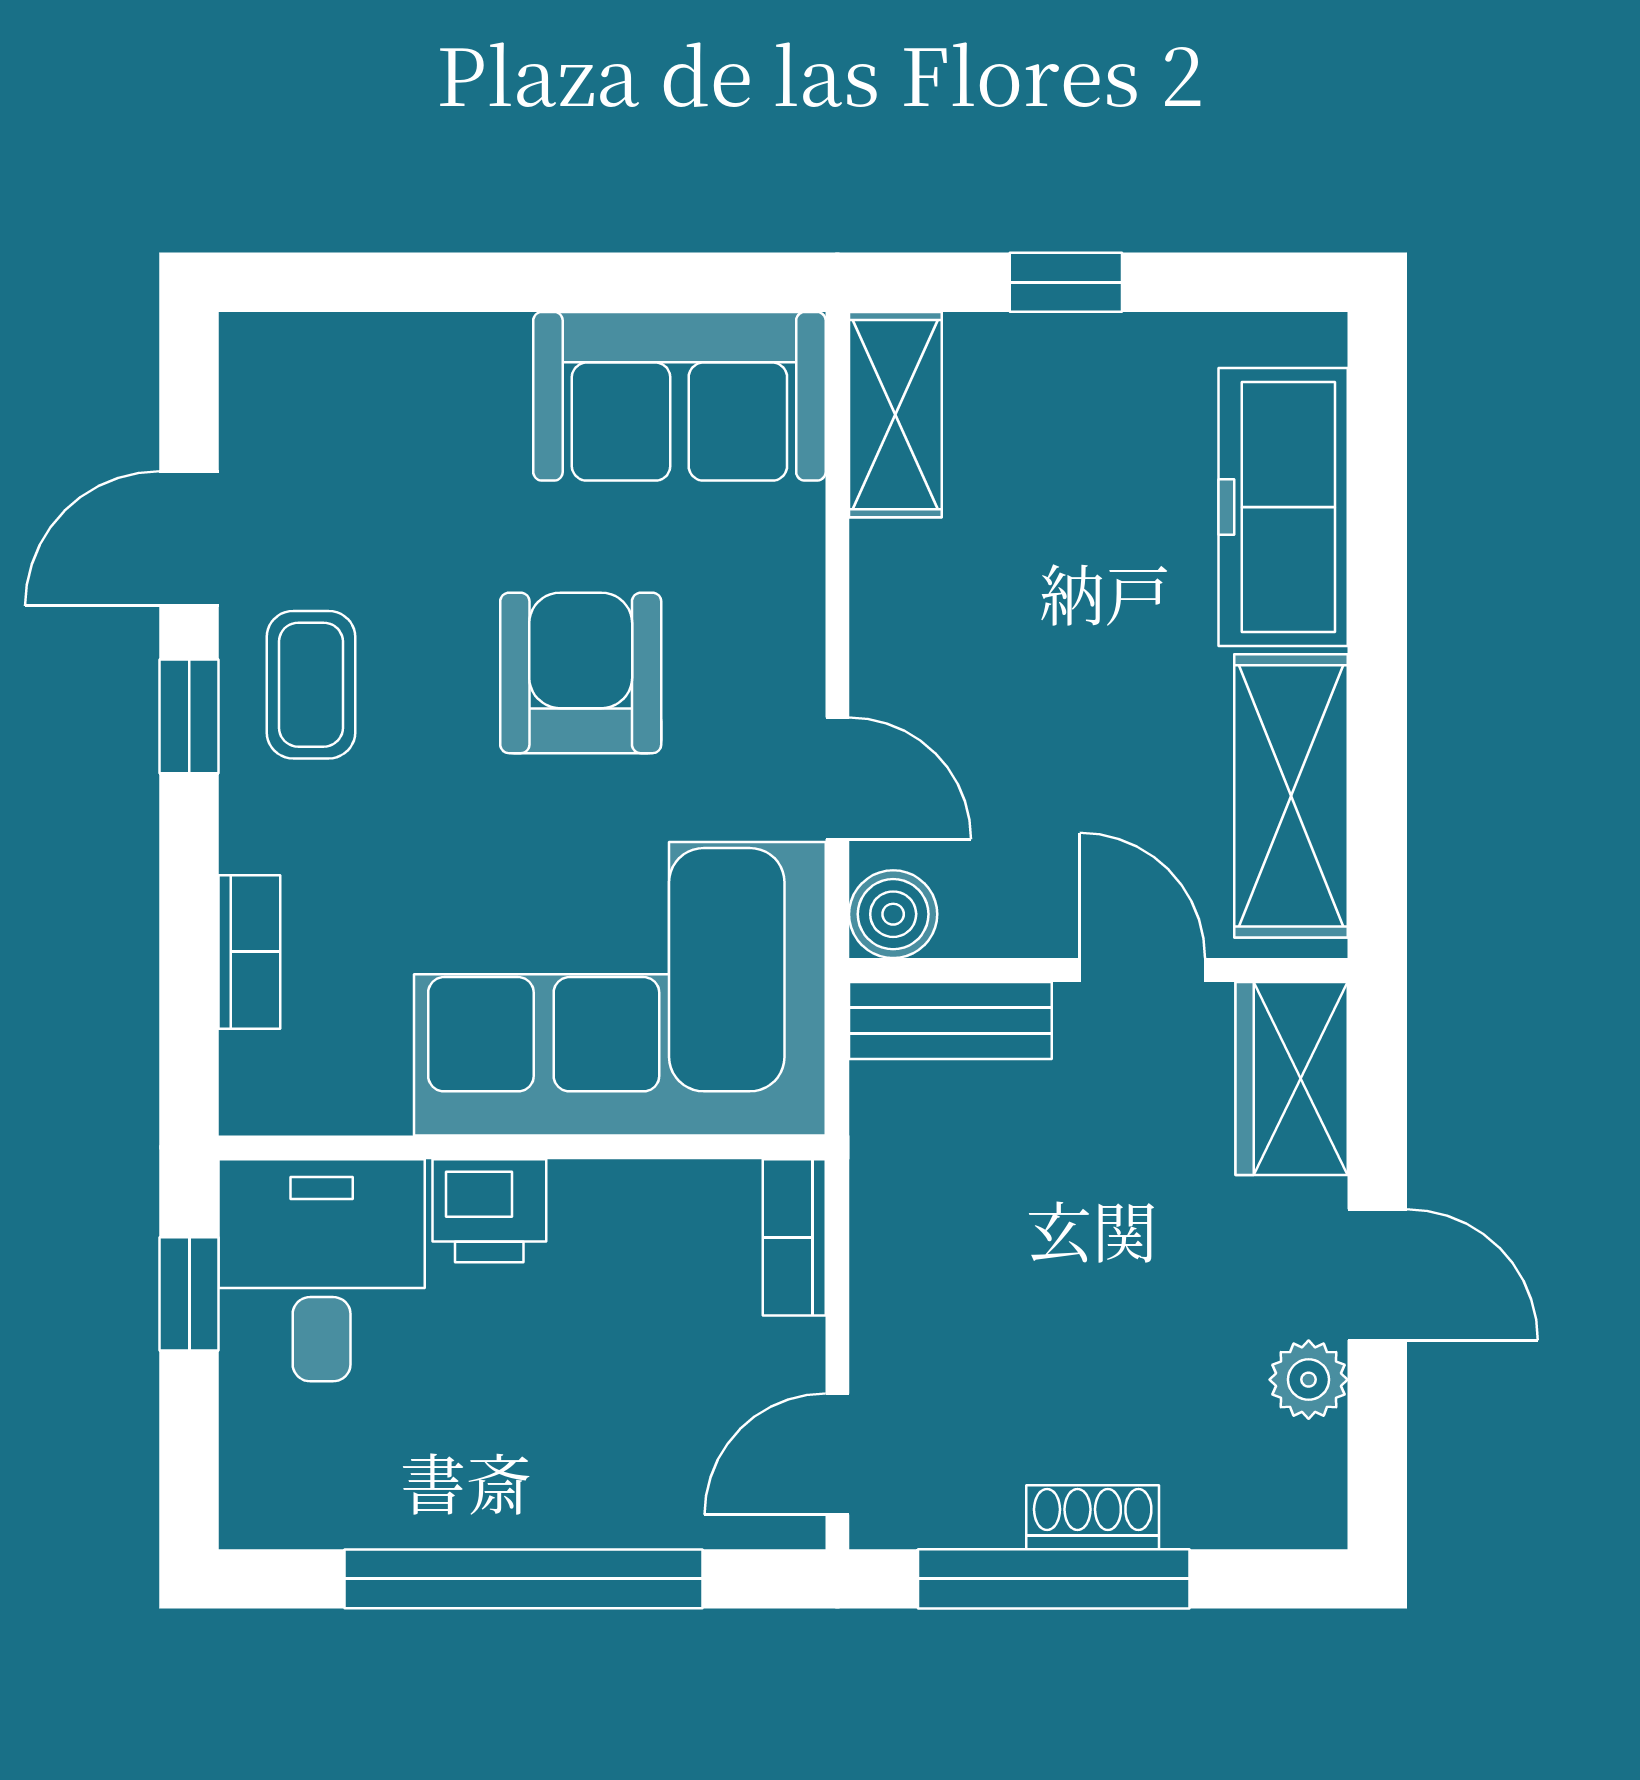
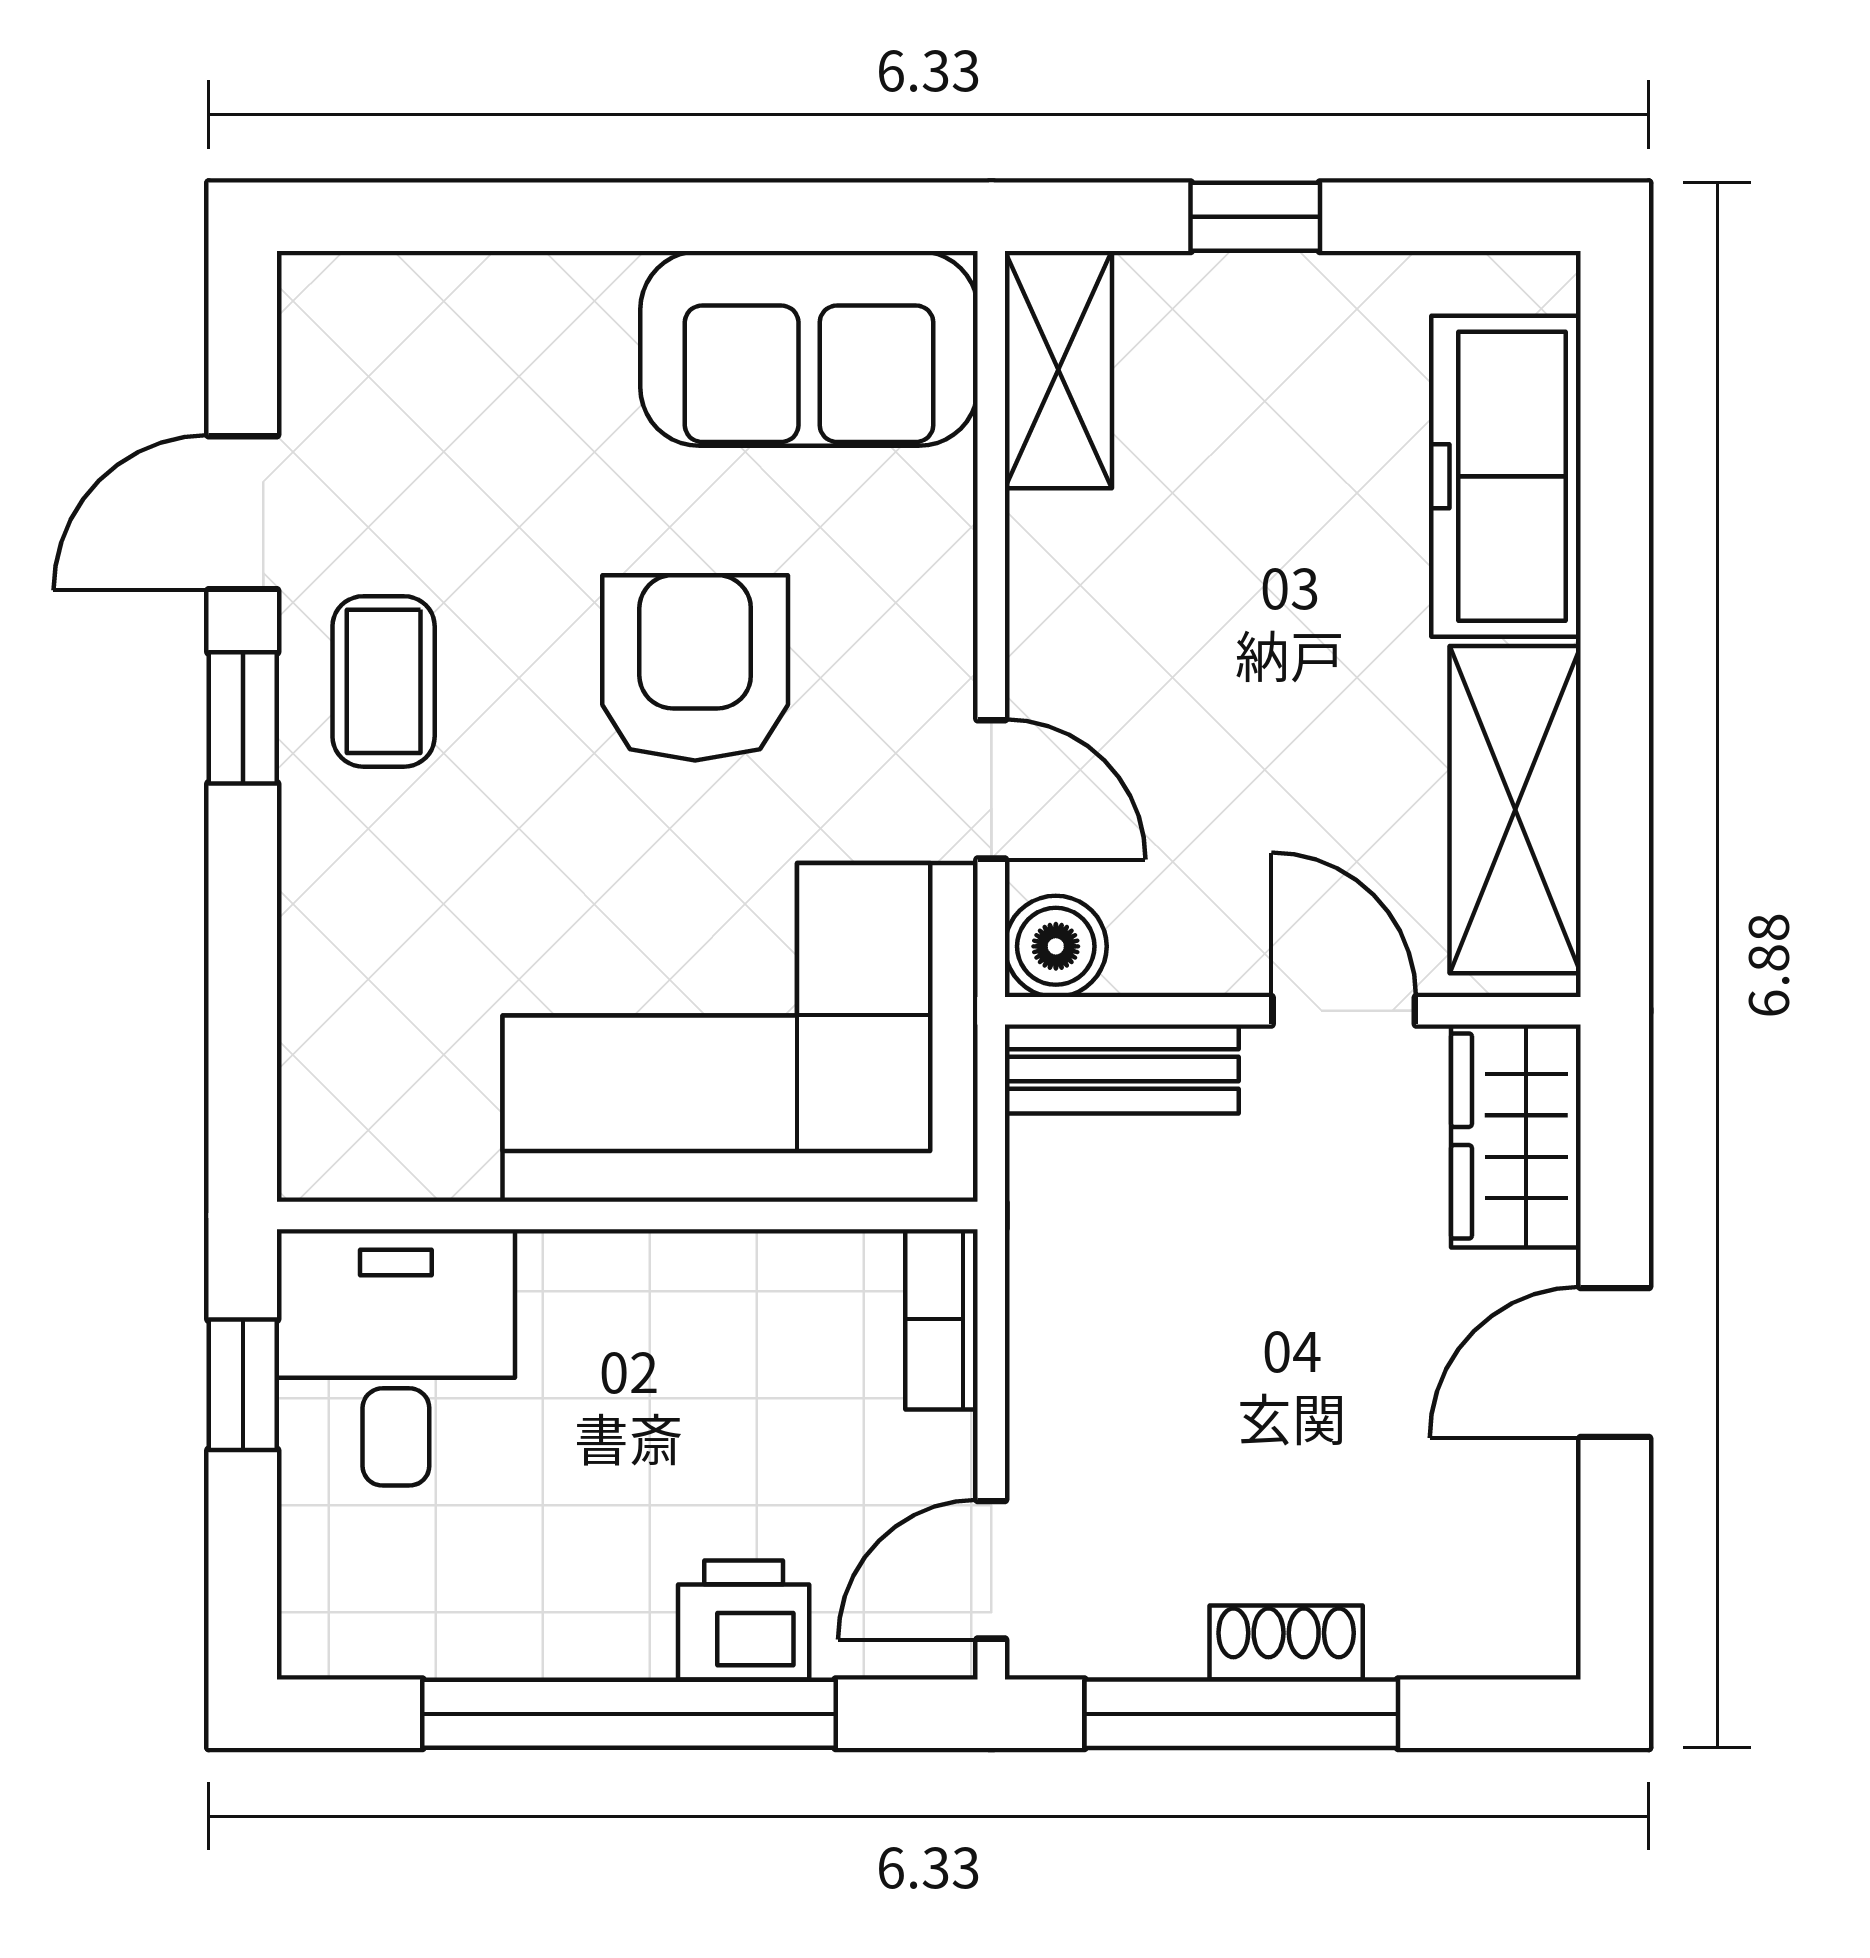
bookcase: (249, 952) -> (312, 990), removed
printer: (489, 1211) -> (744, 1620), moved, turned 180
door: (1377, 1275) -> (1615, 1362), swing flipped
plant: (1309, 1380) -> (1535, 1484), removed

